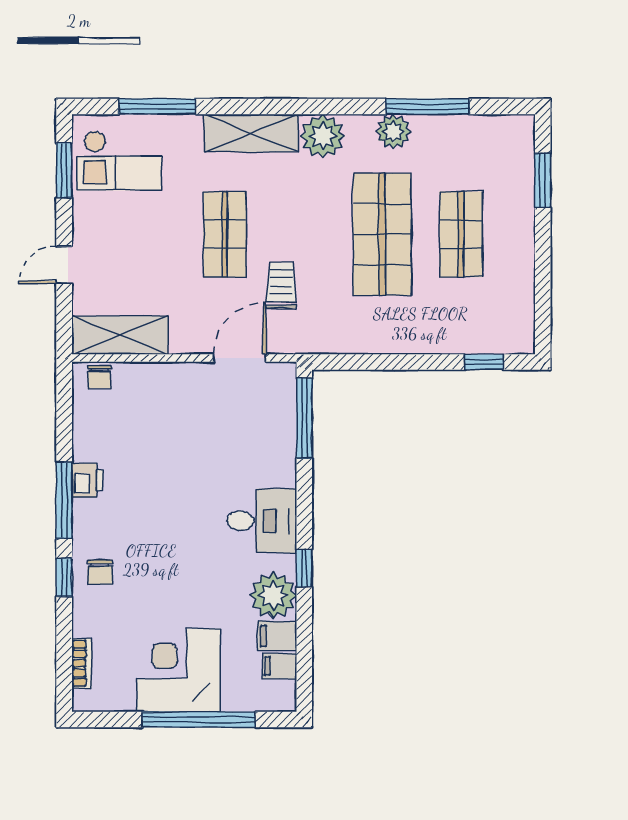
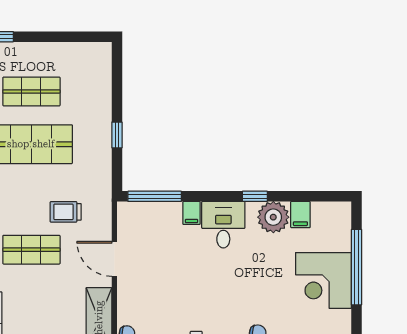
door: (240, 358) -> (114, 259), moved
window: (484, 362) -> (117, 135), moved
filing cabinet: (279, 666) -> (191, 213), moved

